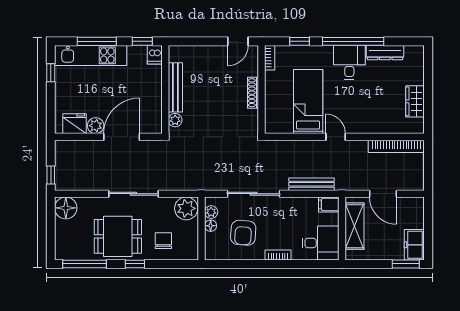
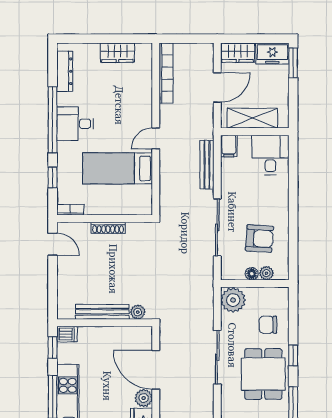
dresser: (385, 53) -> (65, 71), moved
plant: (211, 212) -> (266, 273), moved
wardrobe: (415, 213) -> (238, 53), added
bookcase: (278, 255) -> (283, 201), removed

